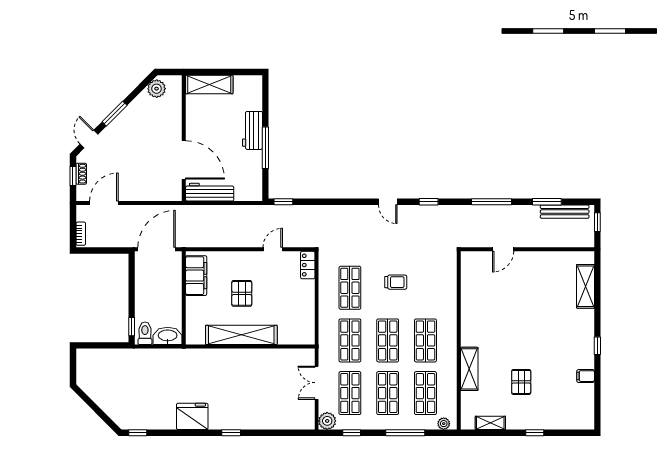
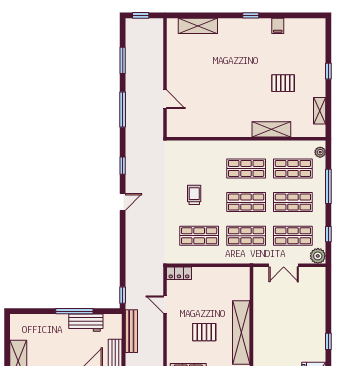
workbench: (252, 130) -> (86, 323), moved
bench: (565, 212) -> (131, 331), moved

